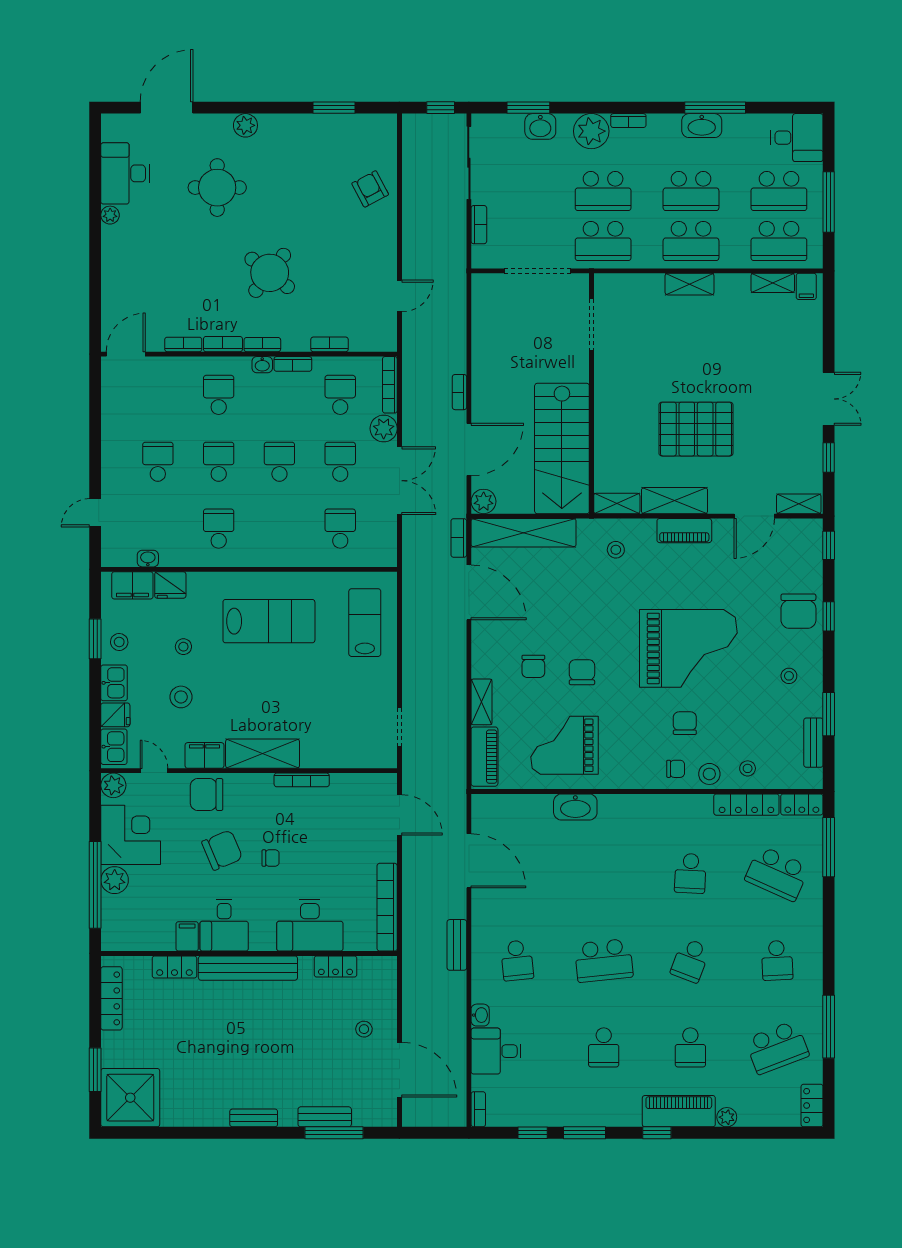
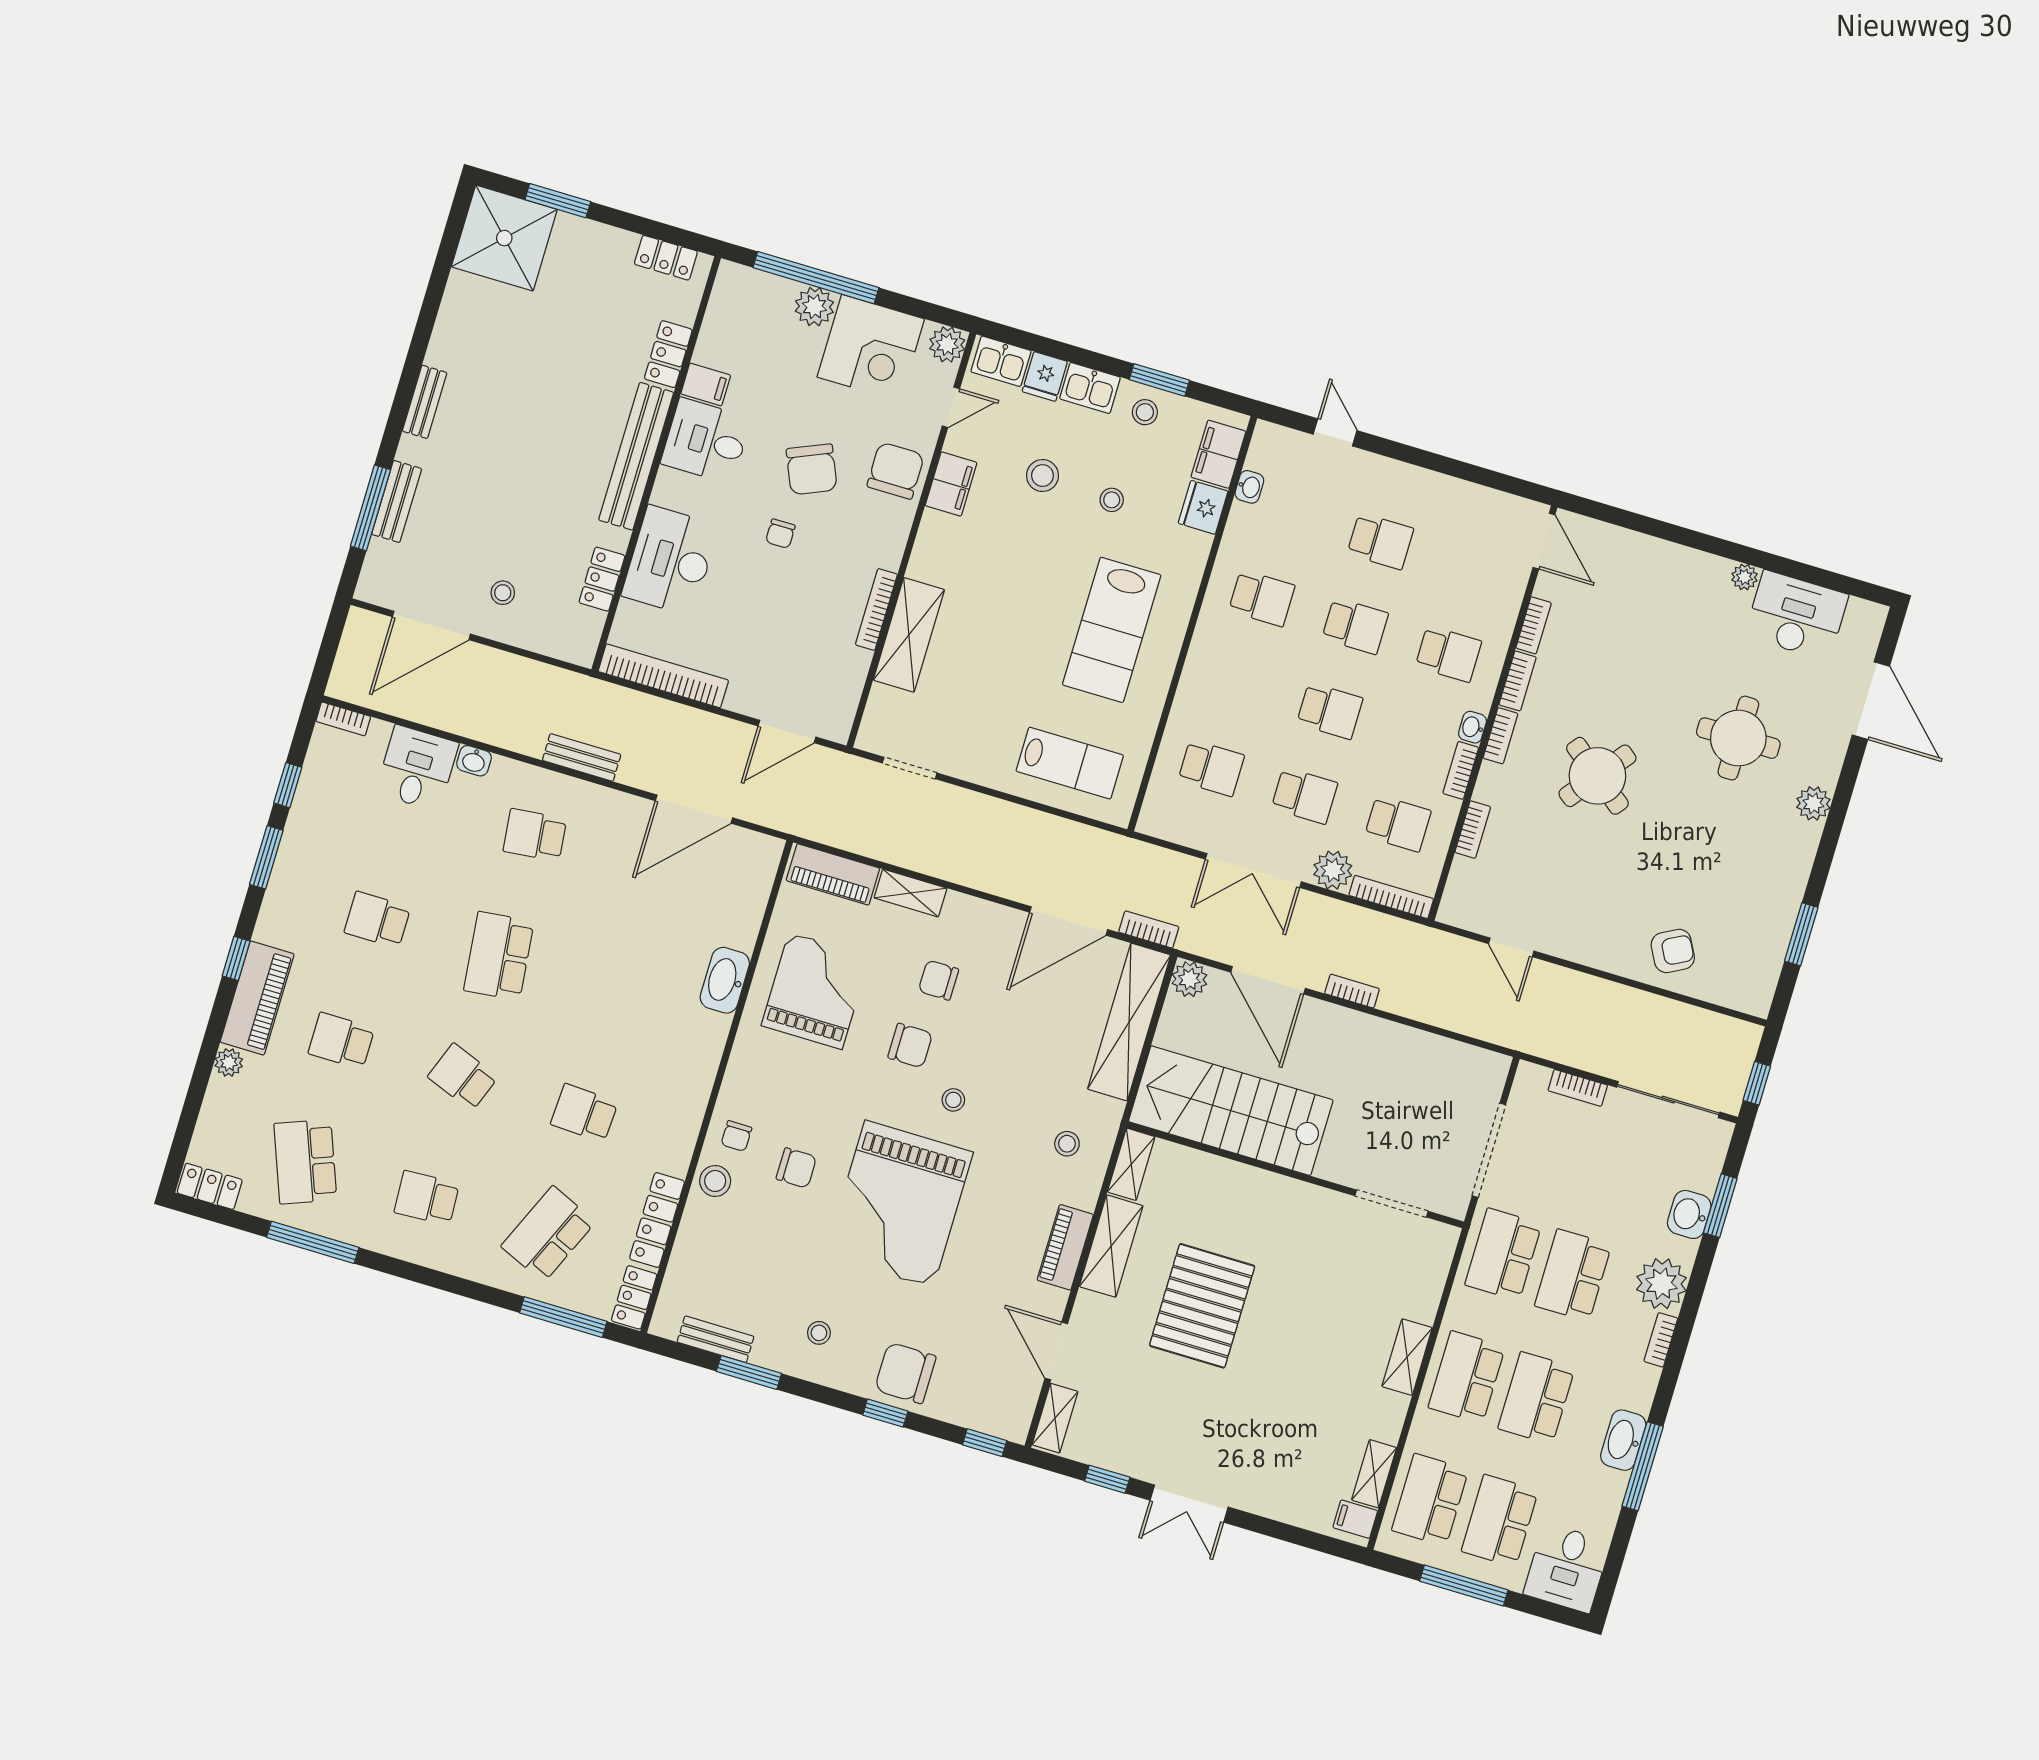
shelving: (263, 754) -> (909, 635), moved
stool: (748, 768) -> (953, 1100), moved
locker: (111, 998) -> (666, 258), width x0.66

